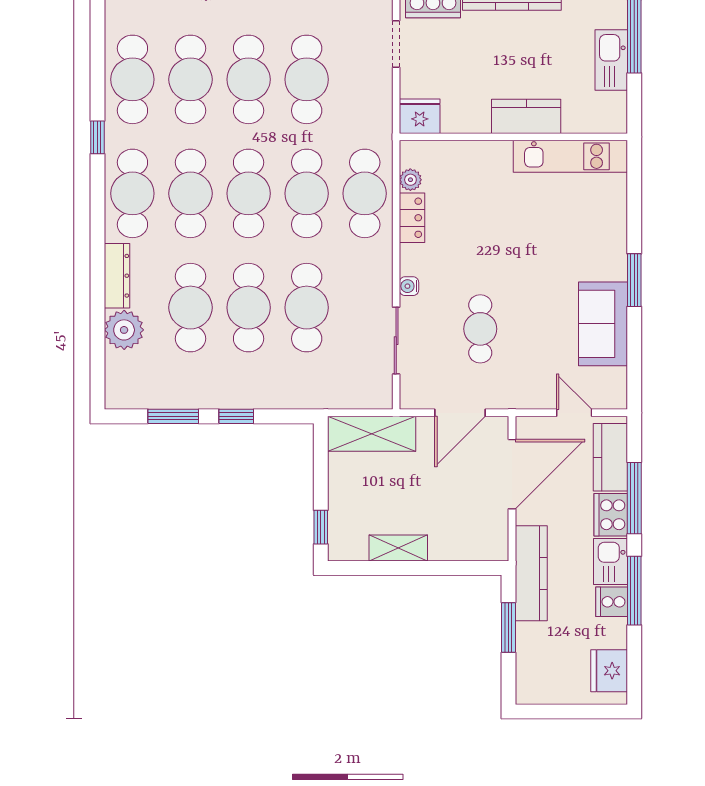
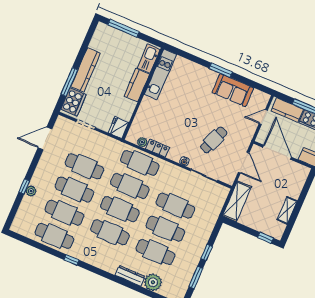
kitchen sink: (611, 60) -> (149, 59), moved, turned 90
cafe table: (132, 193) -> (100, 256), removed
cafe table: (480, 329) -> (214, 140), turned -68

